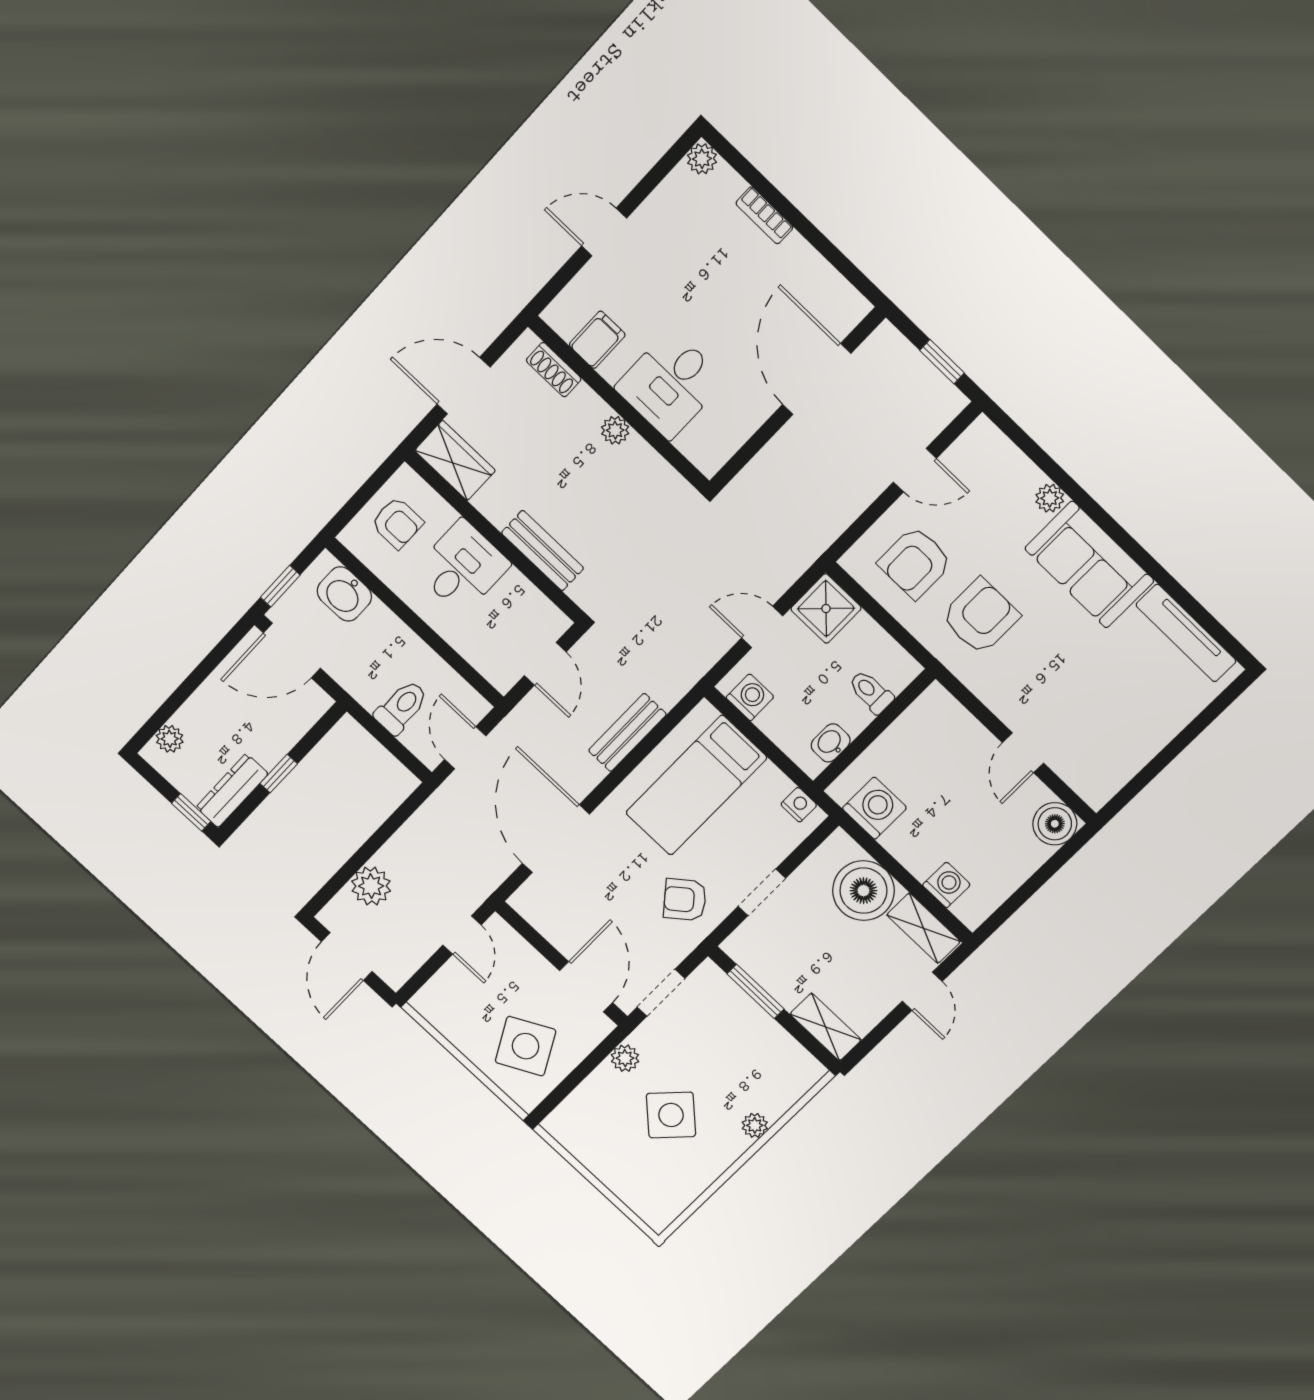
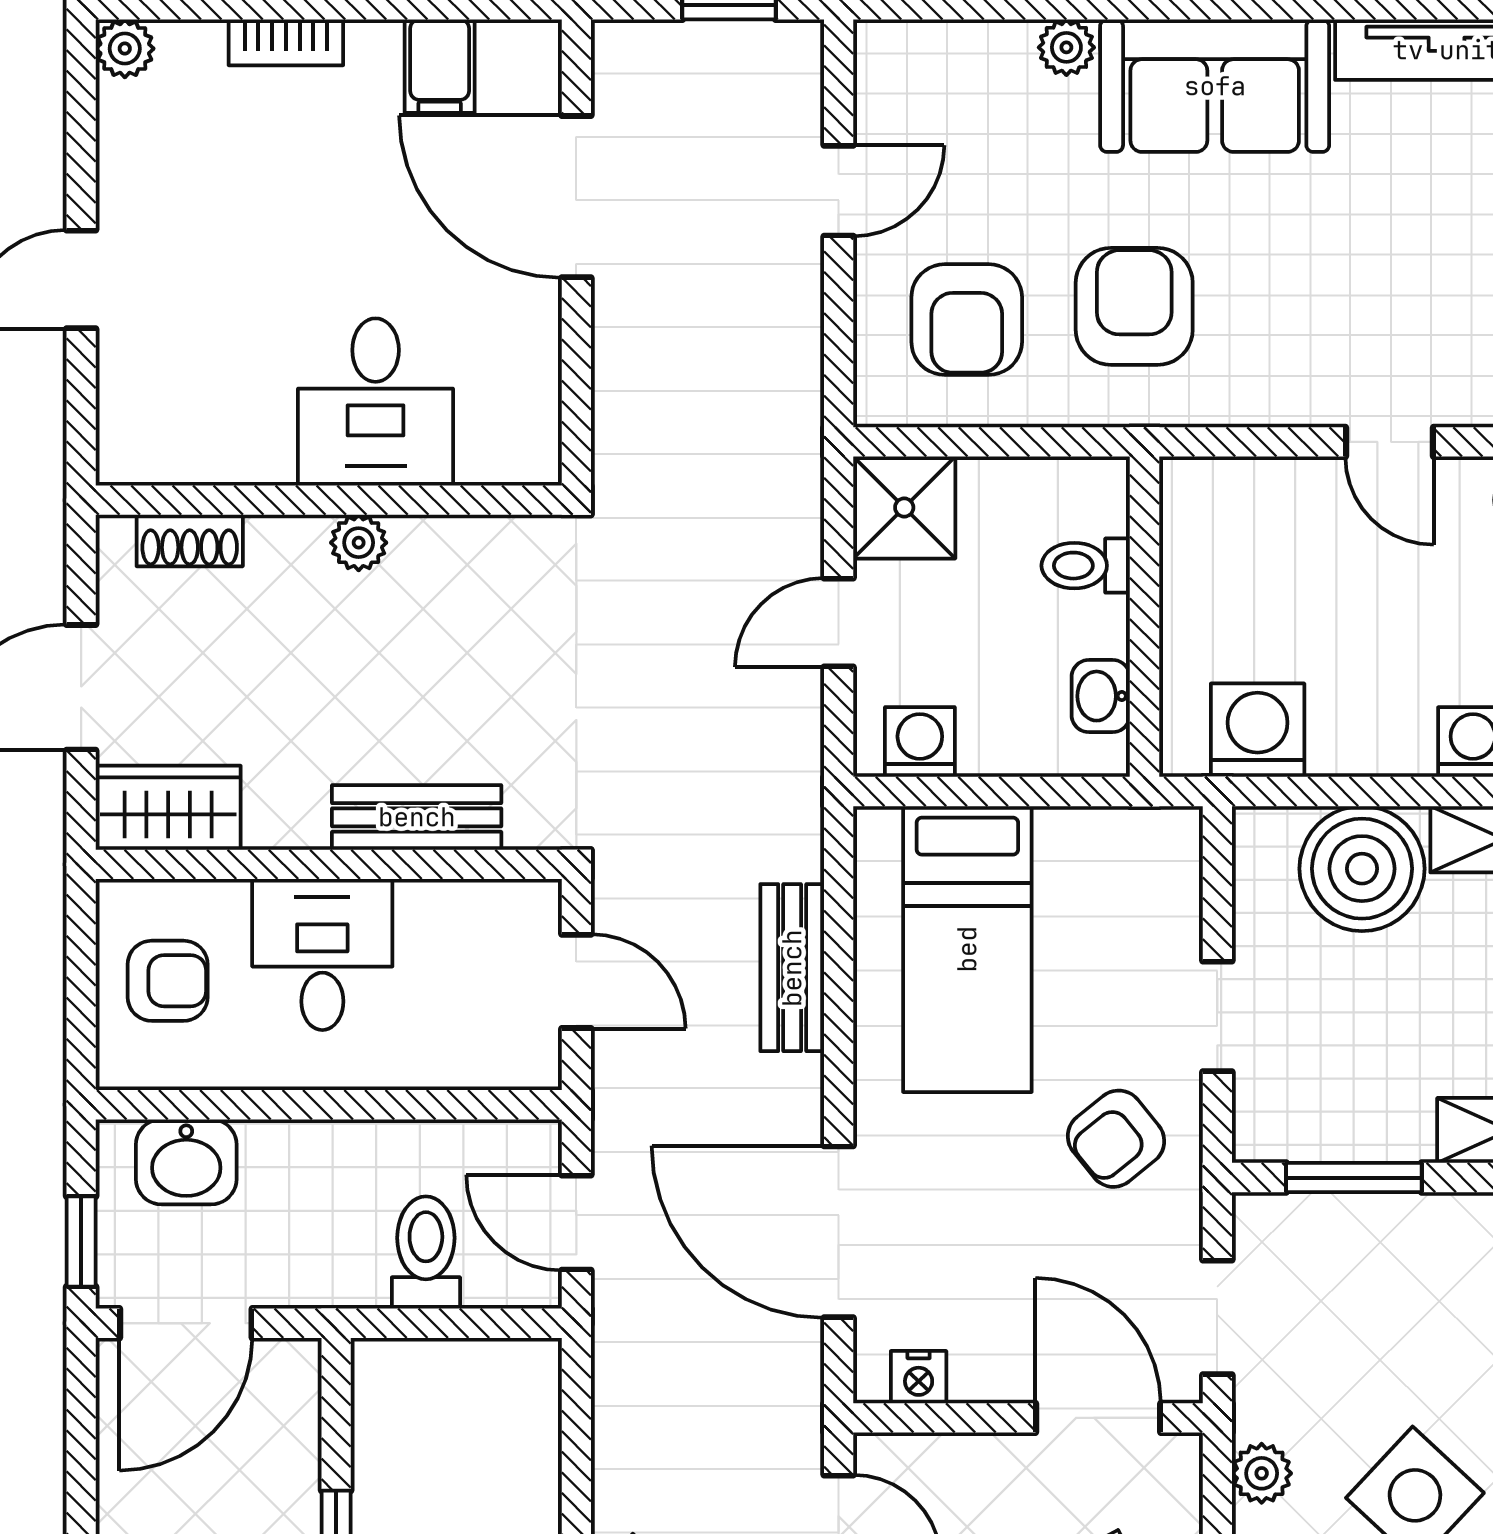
filing cabinet: (597, 340) -> (440, 66), moved, turned 180
nightstand: (799, 805) -> (919, 1377), moved, turned 180

